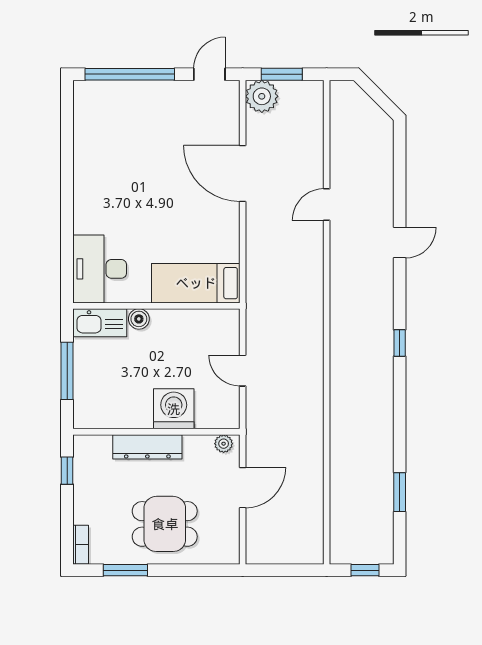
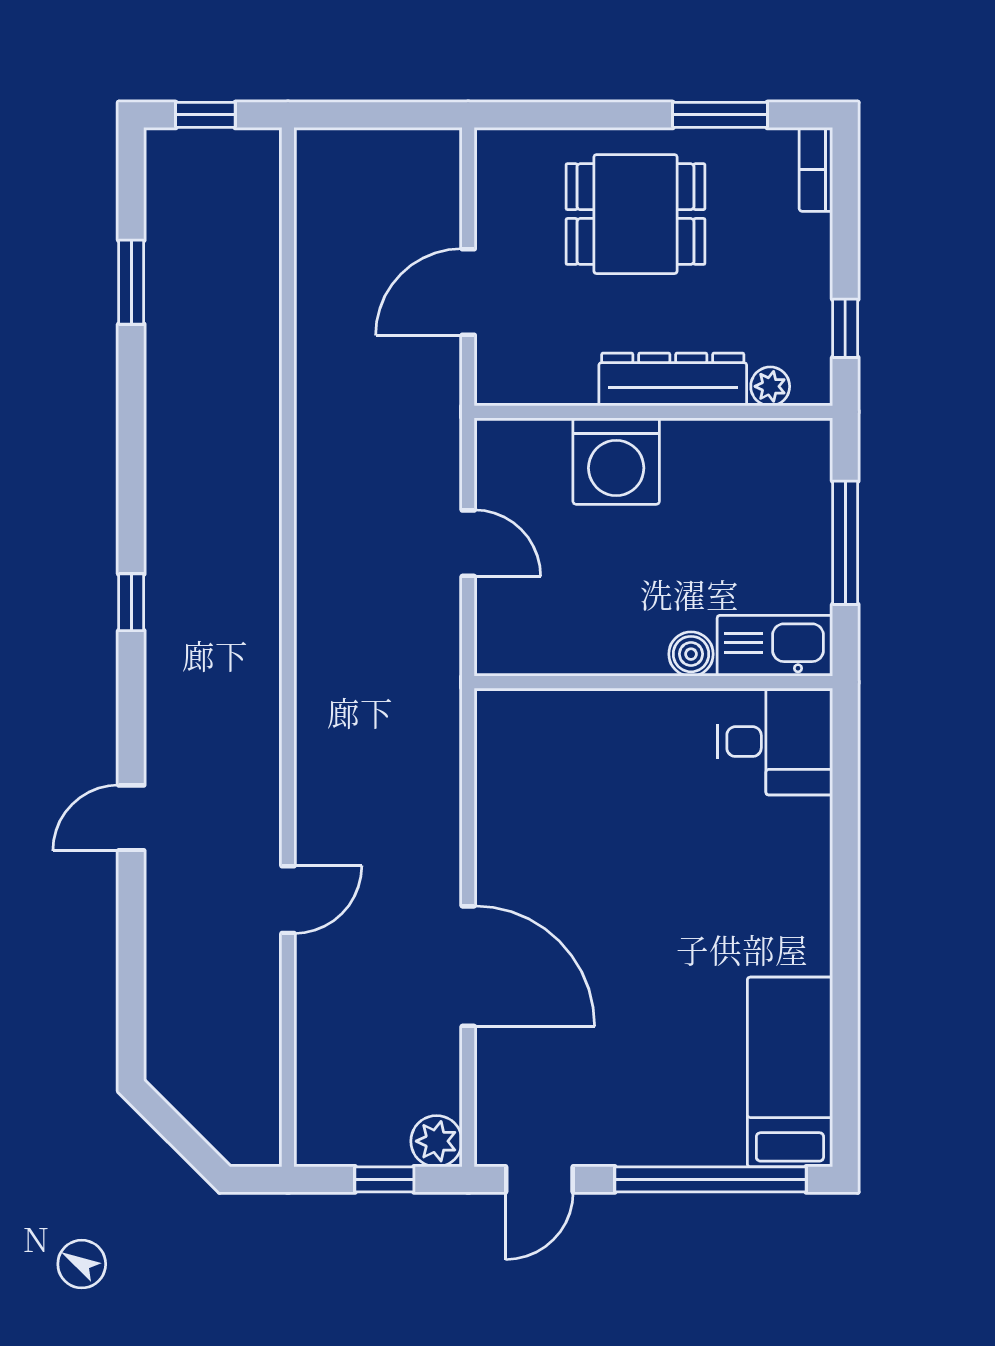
window: (282, 74) -> (384, 1179), width x0.67
plant: (262, 96) -> (436, 1141), width x0.73, depth x0.73
desk: (100, 269) -> (775, 742), width x0.73
bed: (196, 283) -> (790, 1072), moved, turned -90
plant: (224, 444) -> (770, 386), moved

